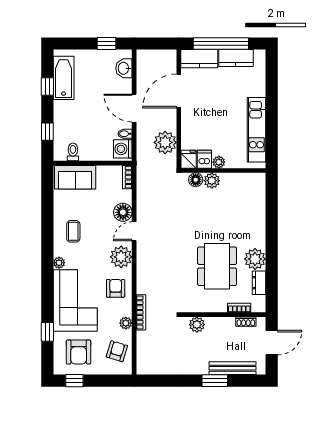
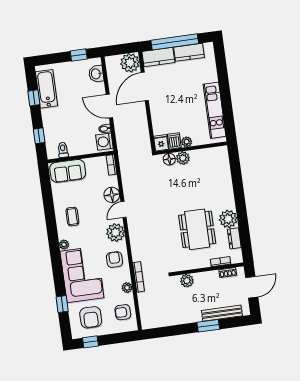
plant: (165, 142) -> (130, 63), moved
armchair: (117, 351) -> (123, 312), turned -107

